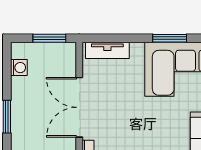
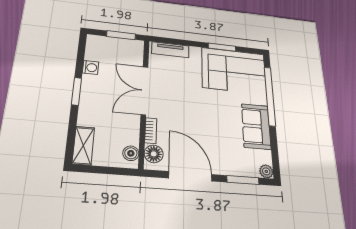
washing machine: (19, 68) -> (91, 68), moved

